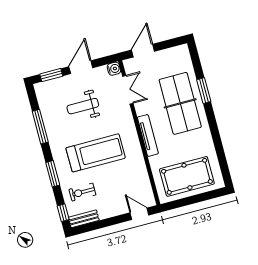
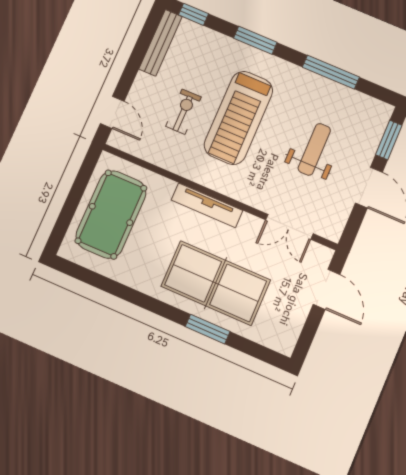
water cooler: (114, 69) -> (332, 230), removed
exercise bike: (82, 192) -> (183, 112), moved
door: (139, 214) -> (112, 112), hinge flipped
bench: (84, 219) -> (160, 43), width x1.36

